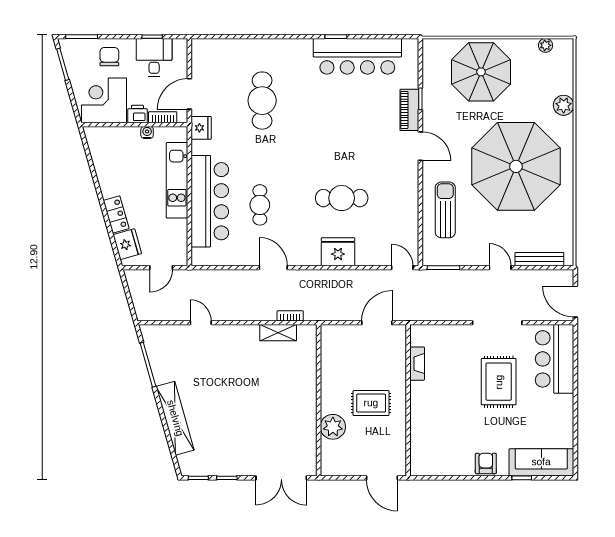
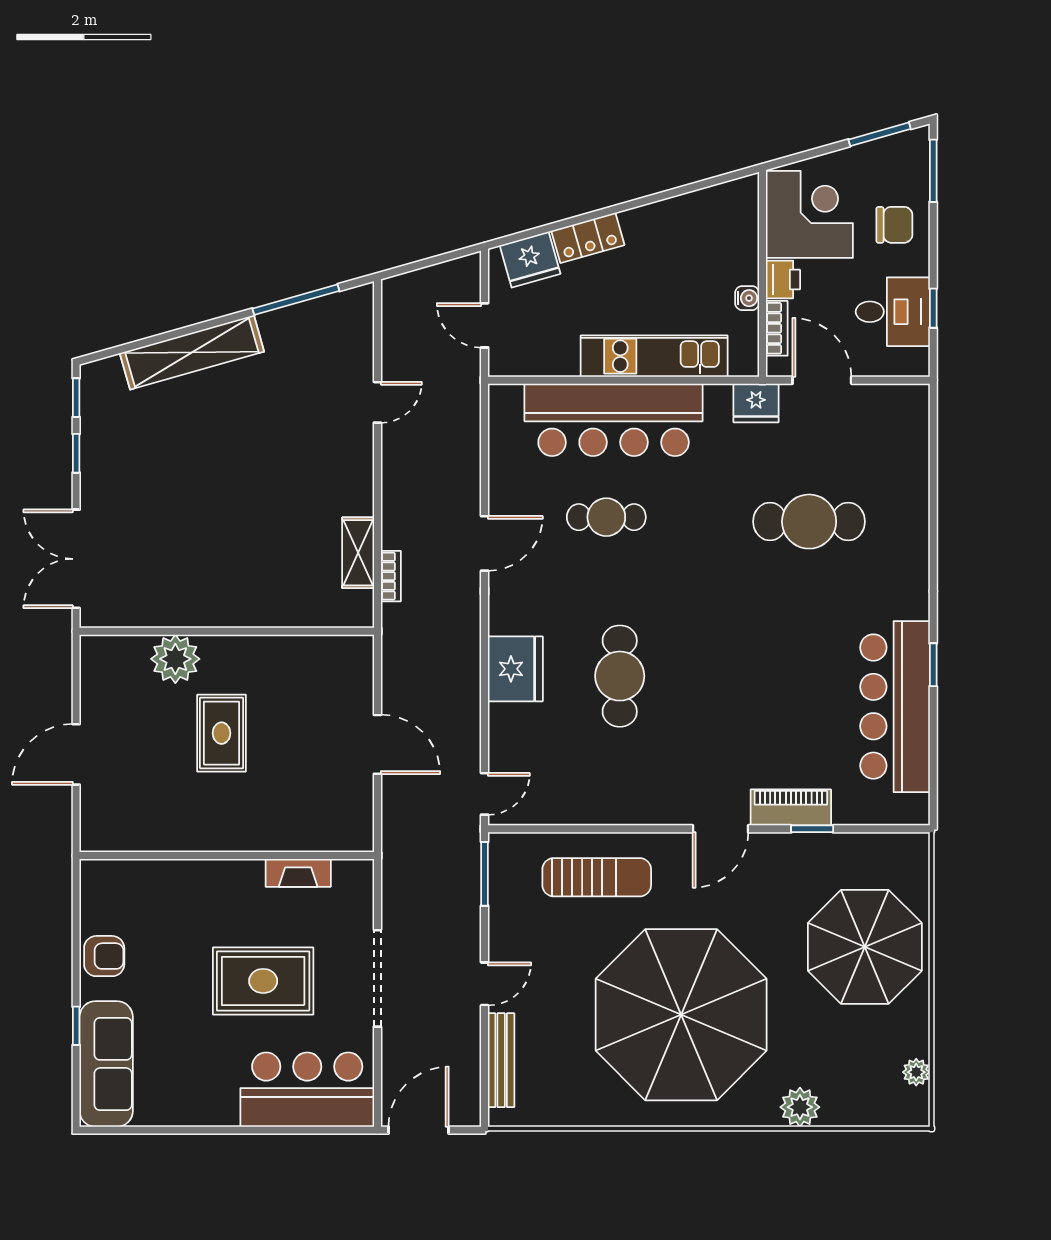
fireplace: (417, 364) -> (298, 873), moved
wall: (408, 400) -> (227, 856), moved

